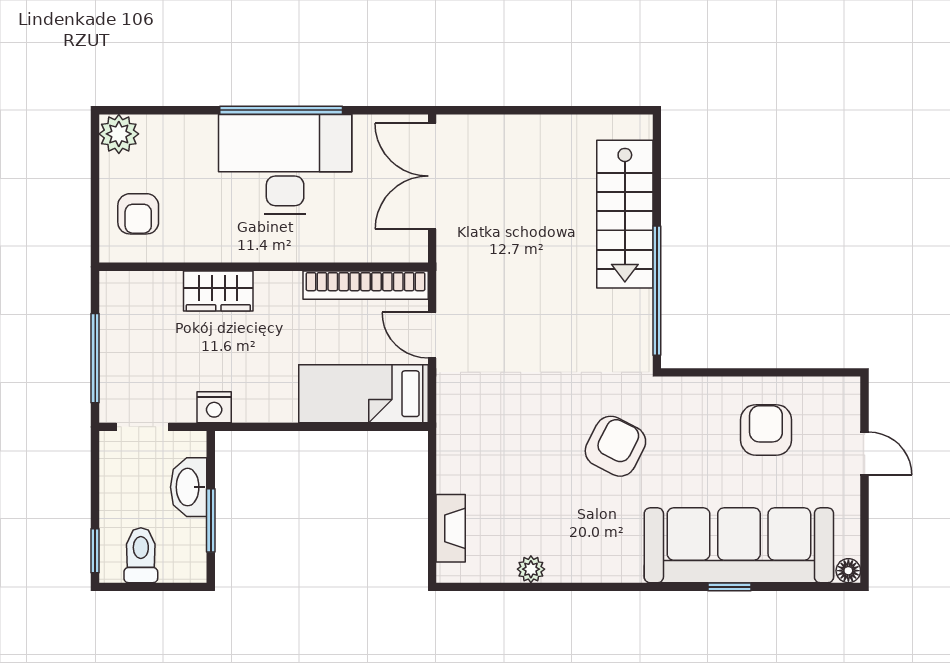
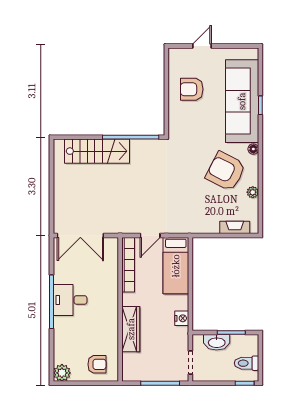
desk: (285, 164) -> (70, 300), width x0.53, depth x0.77
wardrobe: (218, 291) -> (131, 329), width x1.50
nightstand: (214, 407) -> (182, 318), moved
armchair: (615, 446) -> (226, 171), moved, width x1.36, depth x1.36
floor lamp: (848, 571) -> (253, 149), moved

